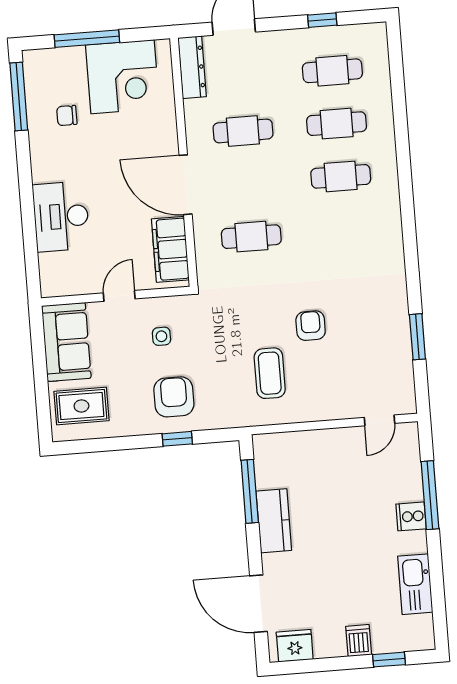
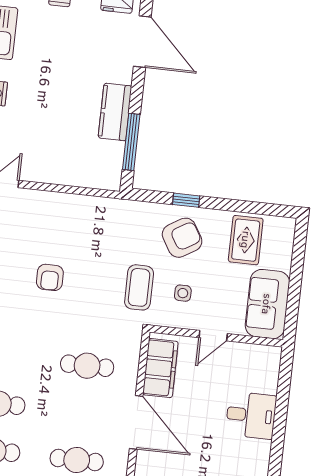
desk: (61, 216) -> (251, 415), width x0.73
coffee table: (270, 373) -> (139, 287), moved
armchair: (174, 397) -> (182, 238), turned -121
rug: (81, 406) -> (246, 240), moved, turned 90

